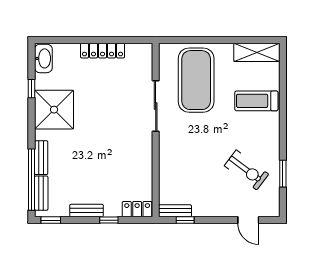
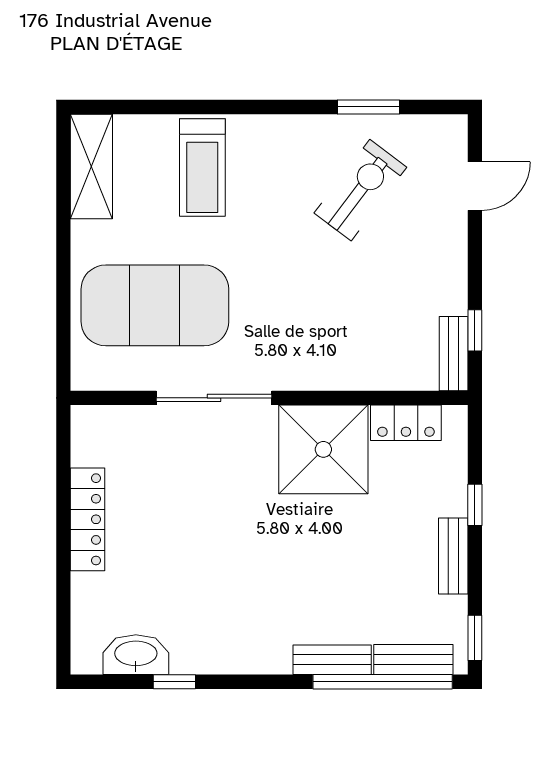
washbasin: (43, 58) -> (136, 655), moved
shower: (54, 110) -> (323, 449), moved
locker: (137, 209) -> (406, 423), moved, turned -90

